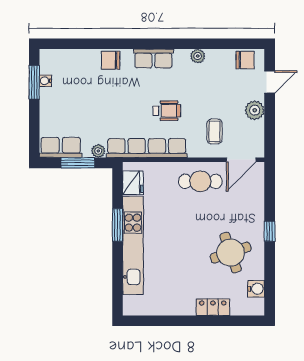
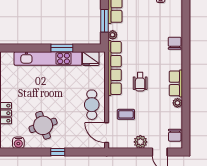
row of seats: (153, 59) -> (176, 83), moved

